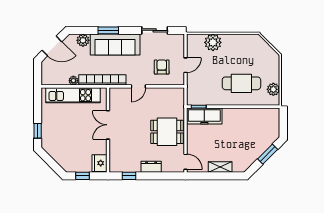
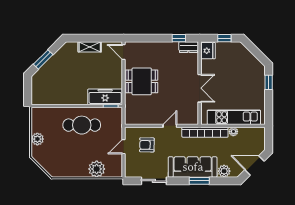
armchair: (162, 67) -> (147, 145), turned 91
cafe table: (241, 83) -> (82, 125), moved
plant: (273, 89) -> (37, 139), moved
dresser: (151, 167) -> (188, 47), moved

